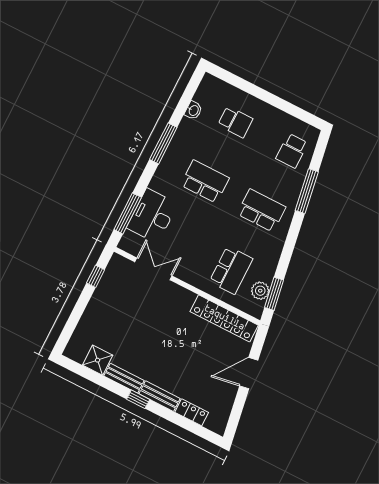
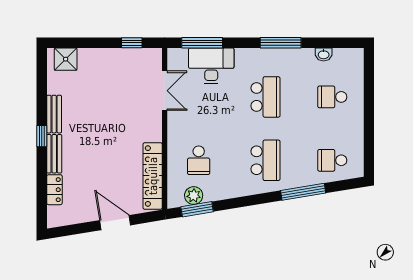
school desk: (235, 122) -> (332, 97), turned 90
school desk: (231, 270) -> (199, 160), width x0.54
shower: (98, 360) -> (66, 59), moved

